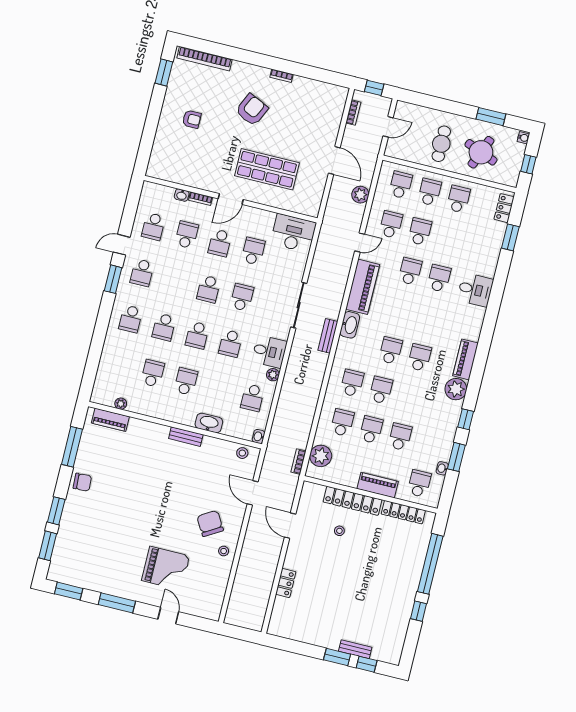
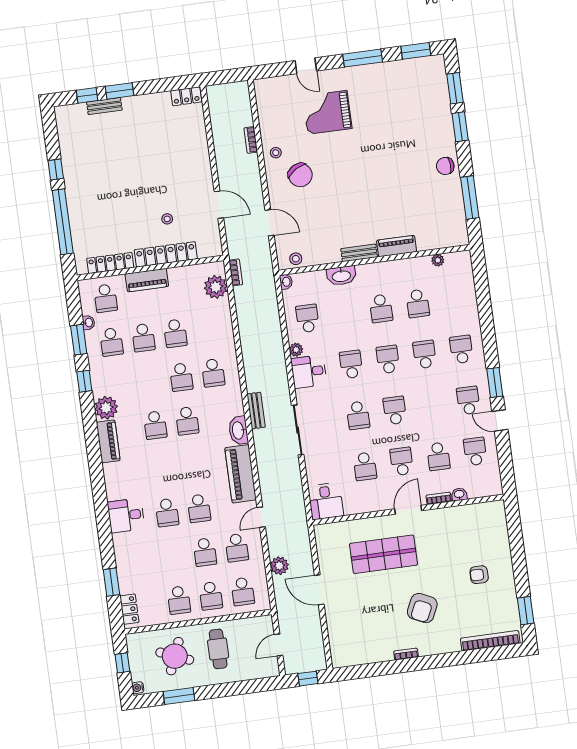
bookcase: (353, 113) -> (251, 140), moved
desk: (293, 233) -> (326, 501), width x0.73
door: (122, 245) -> (500, 421), swing flipped
piano: (110, 420) -> (397, 246), moved
school desk: (342, 423) -> (111, 342), moved
locker: (286, 583) -> (186, 96), moved, turned -90

